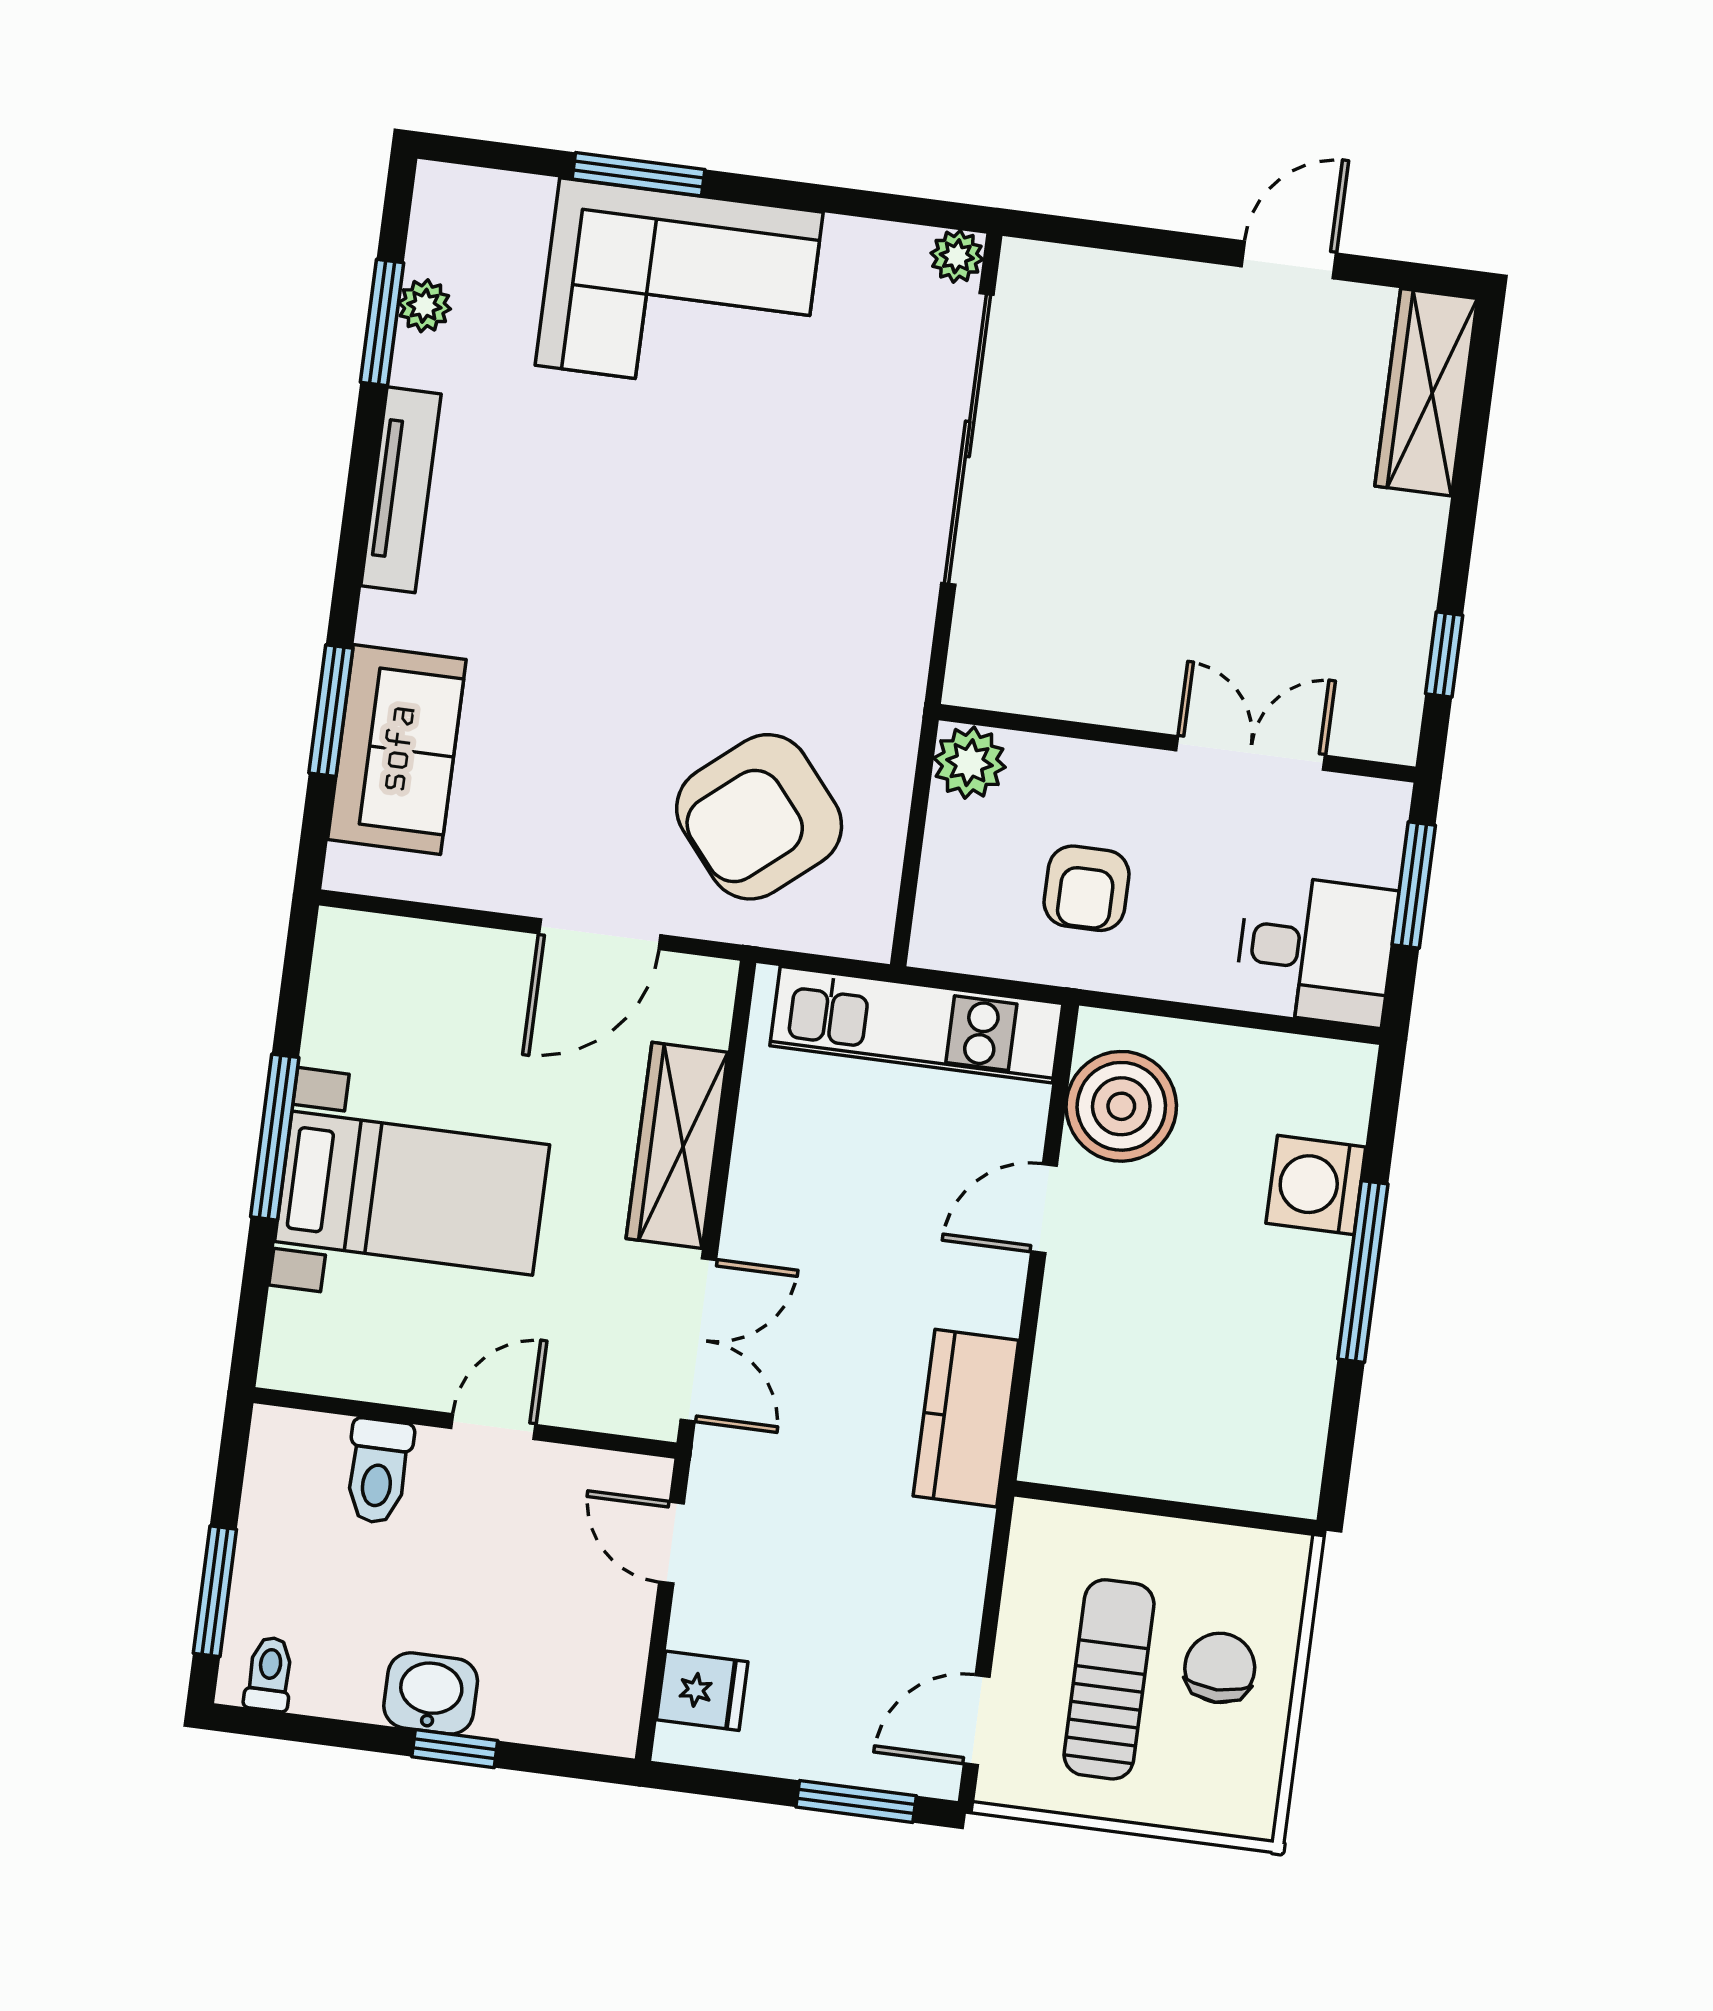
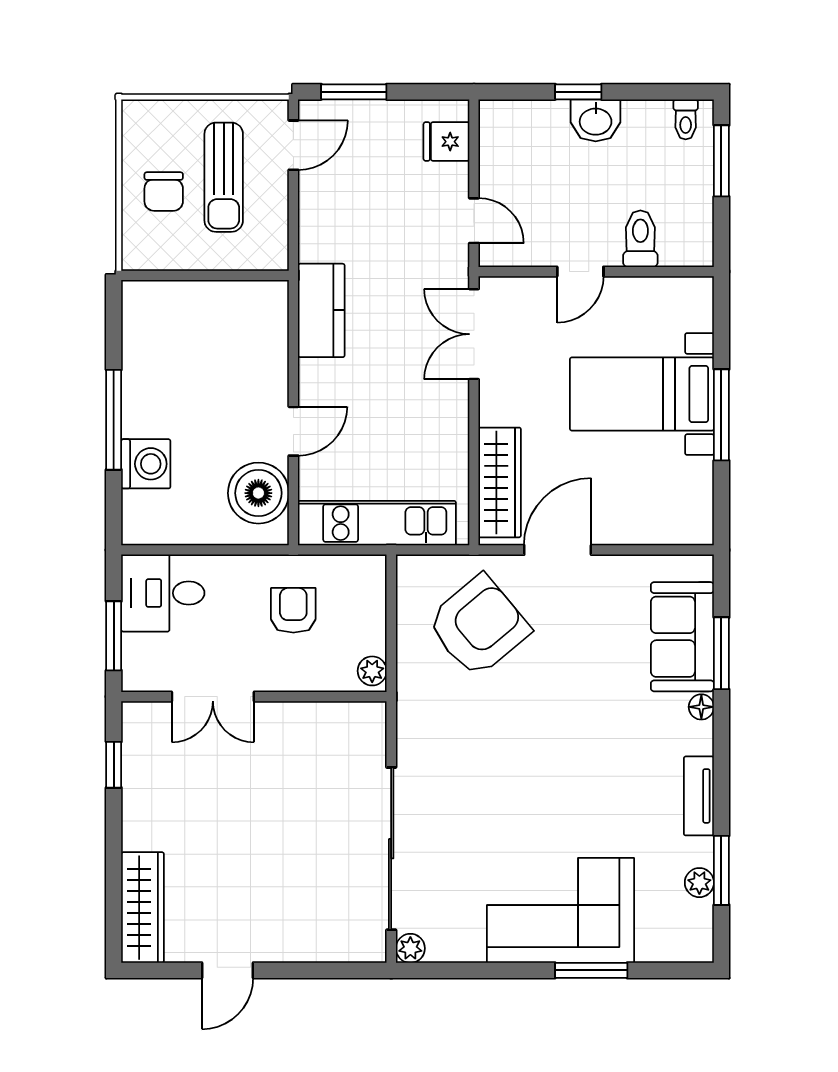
tv unit: (401, 490) -> (699, 796), width x0.71
floor lamp: (380, 619) -> (701, 707), added
plant: (969, 763) -> (372, 671), width x0.73, depth x0.73
wardrobe: (677, 1145) -> (500, 482), moved

